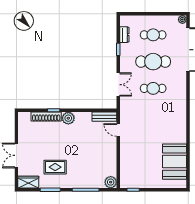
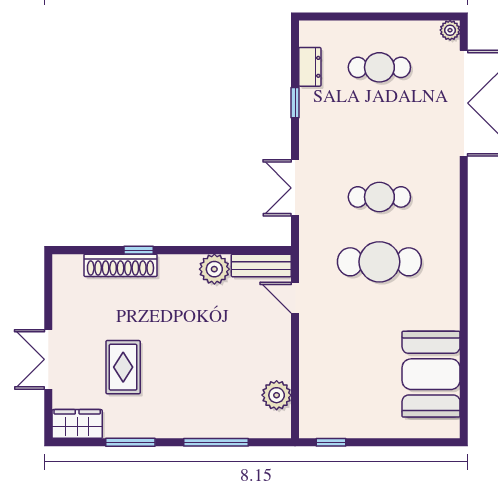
cafe table: (153, 62) -> (379, 262), moved
double door: (118, 85) -> (295, 188), swing flipped
plant: (68, 118) -> (214, 269), moved
rug: (55, 167) -> (123, 367), moved, turned 90
plant: (111, 182) -> (277, 395), moved

